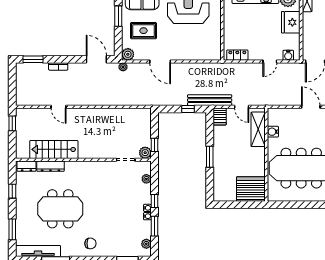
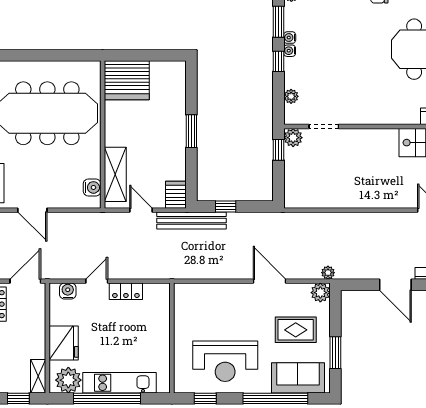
locker: (237, 55) -> (126, 291), moved
door: (96, 59) -> (395, 285), moved
water cooler: (273, 132) -> (92, 187), moved

